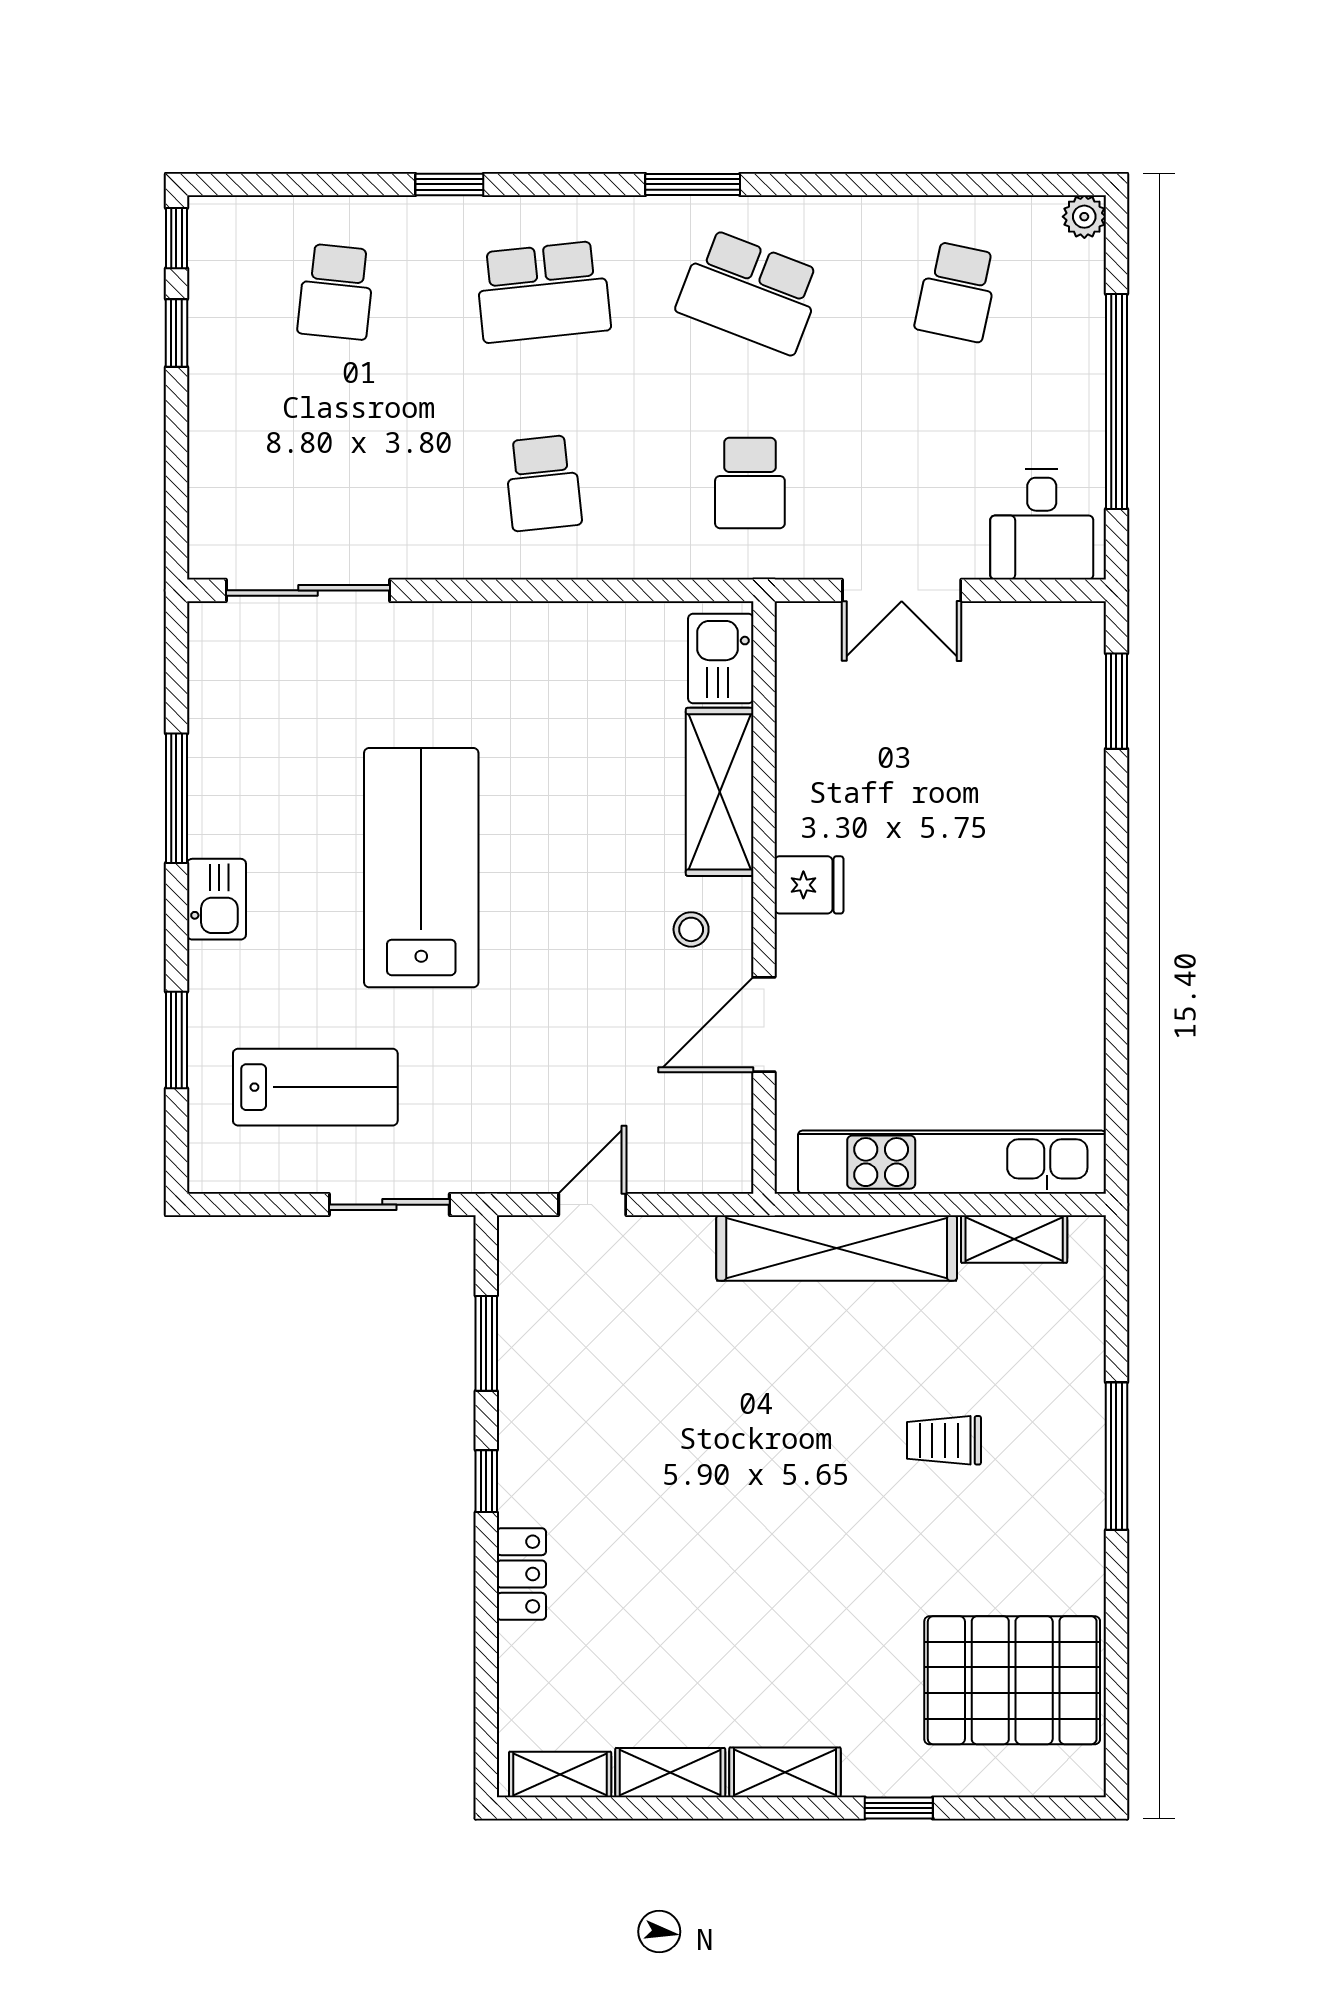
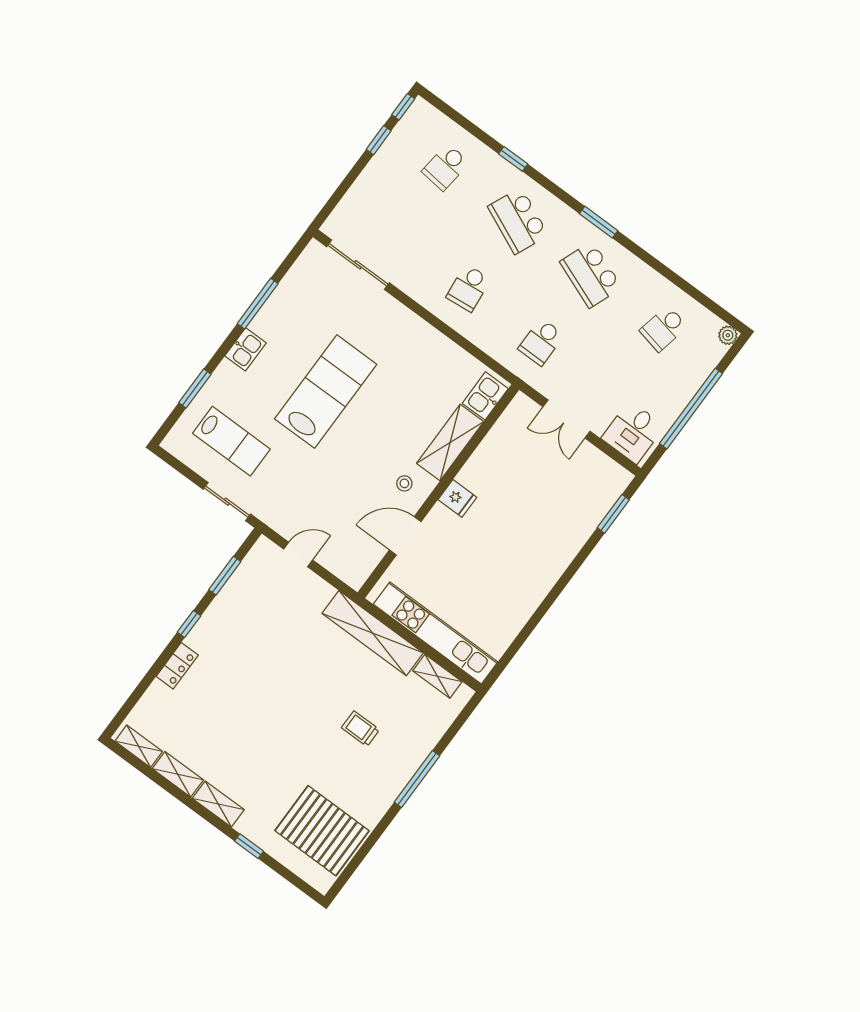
school desk: (543, 292) -> (518, 221), turned 30

